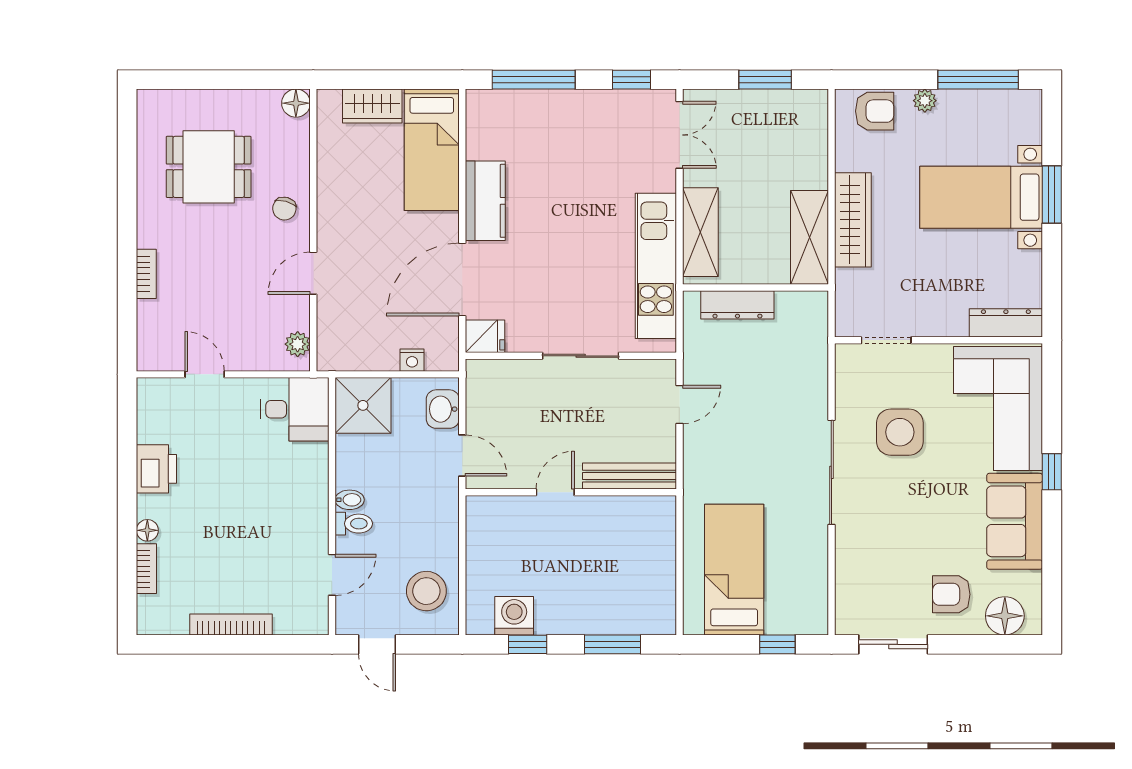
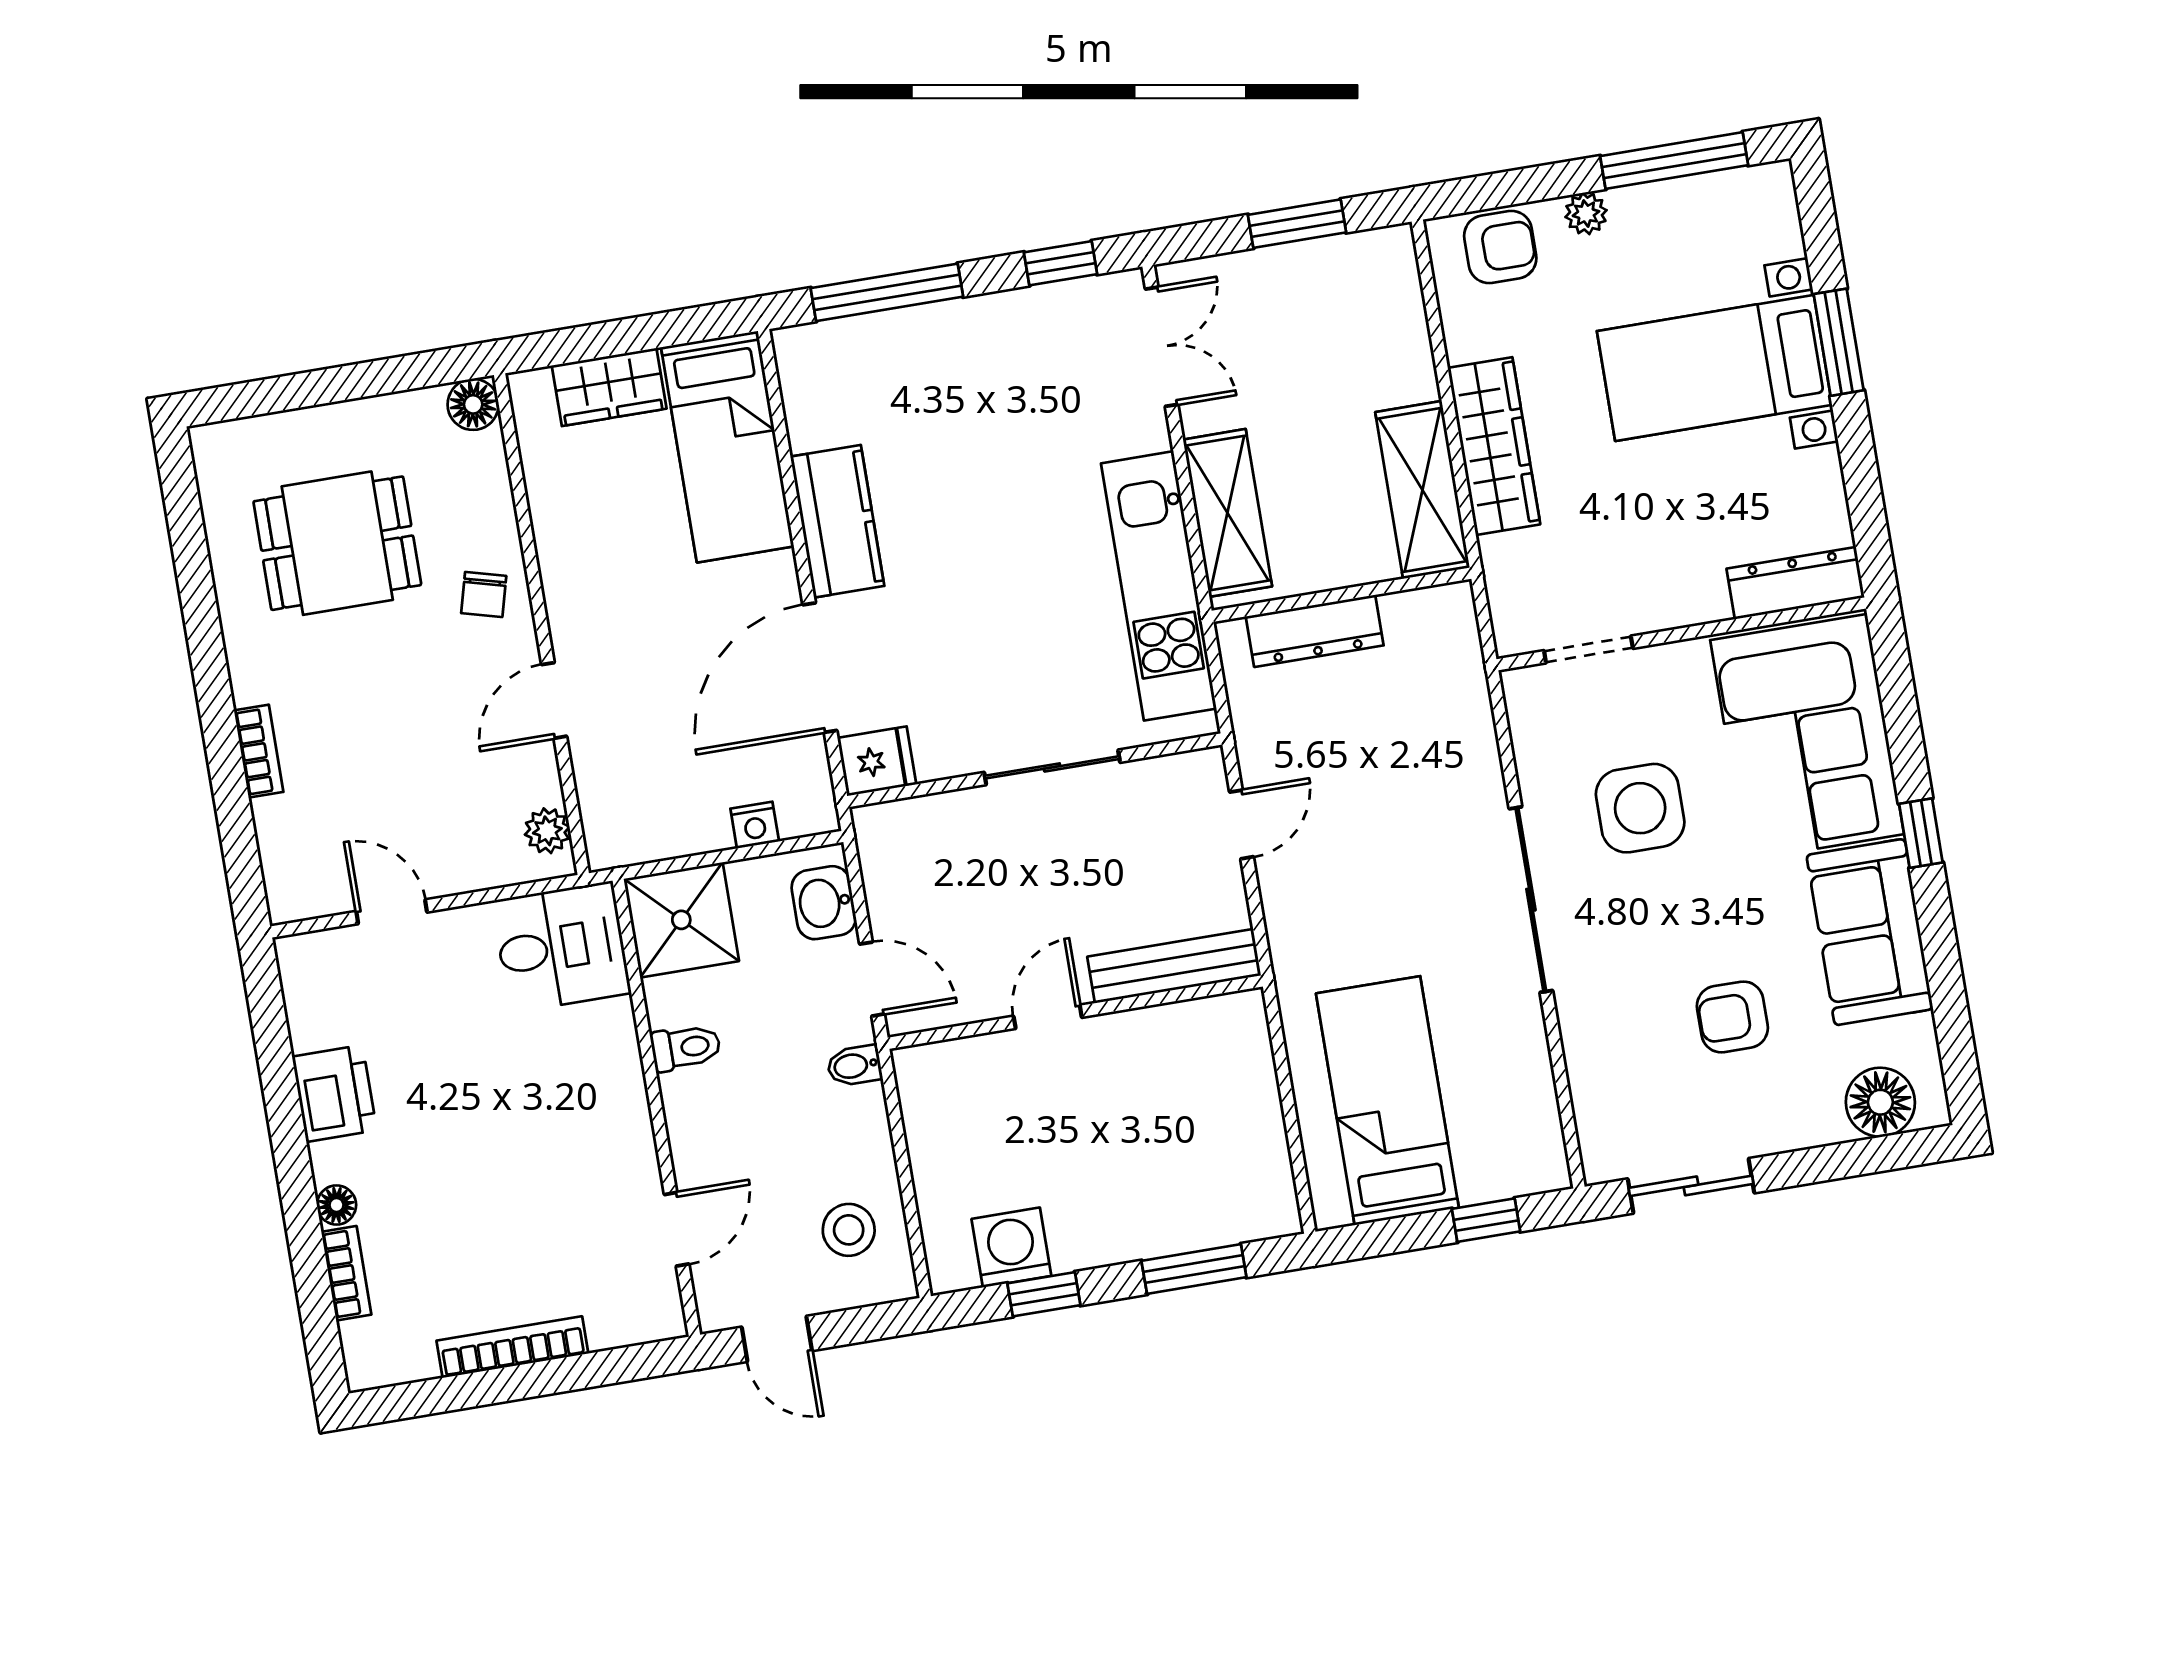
bidet: (350, 500) -> (854, 1066), moved, turned 180
toilet: (354, 524) -> (686, 1048), moved
stool: (426, 591) -> (849, 1230), width x0.73, depth x0.73
armchair: (951, 594) -> (1732, 1017), moved

